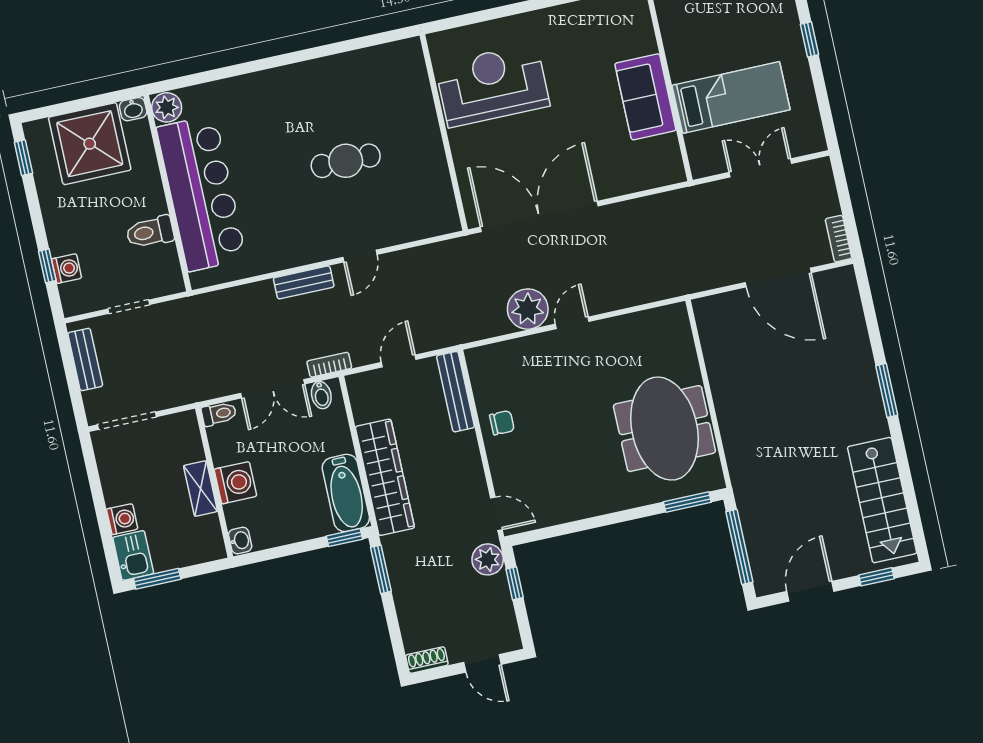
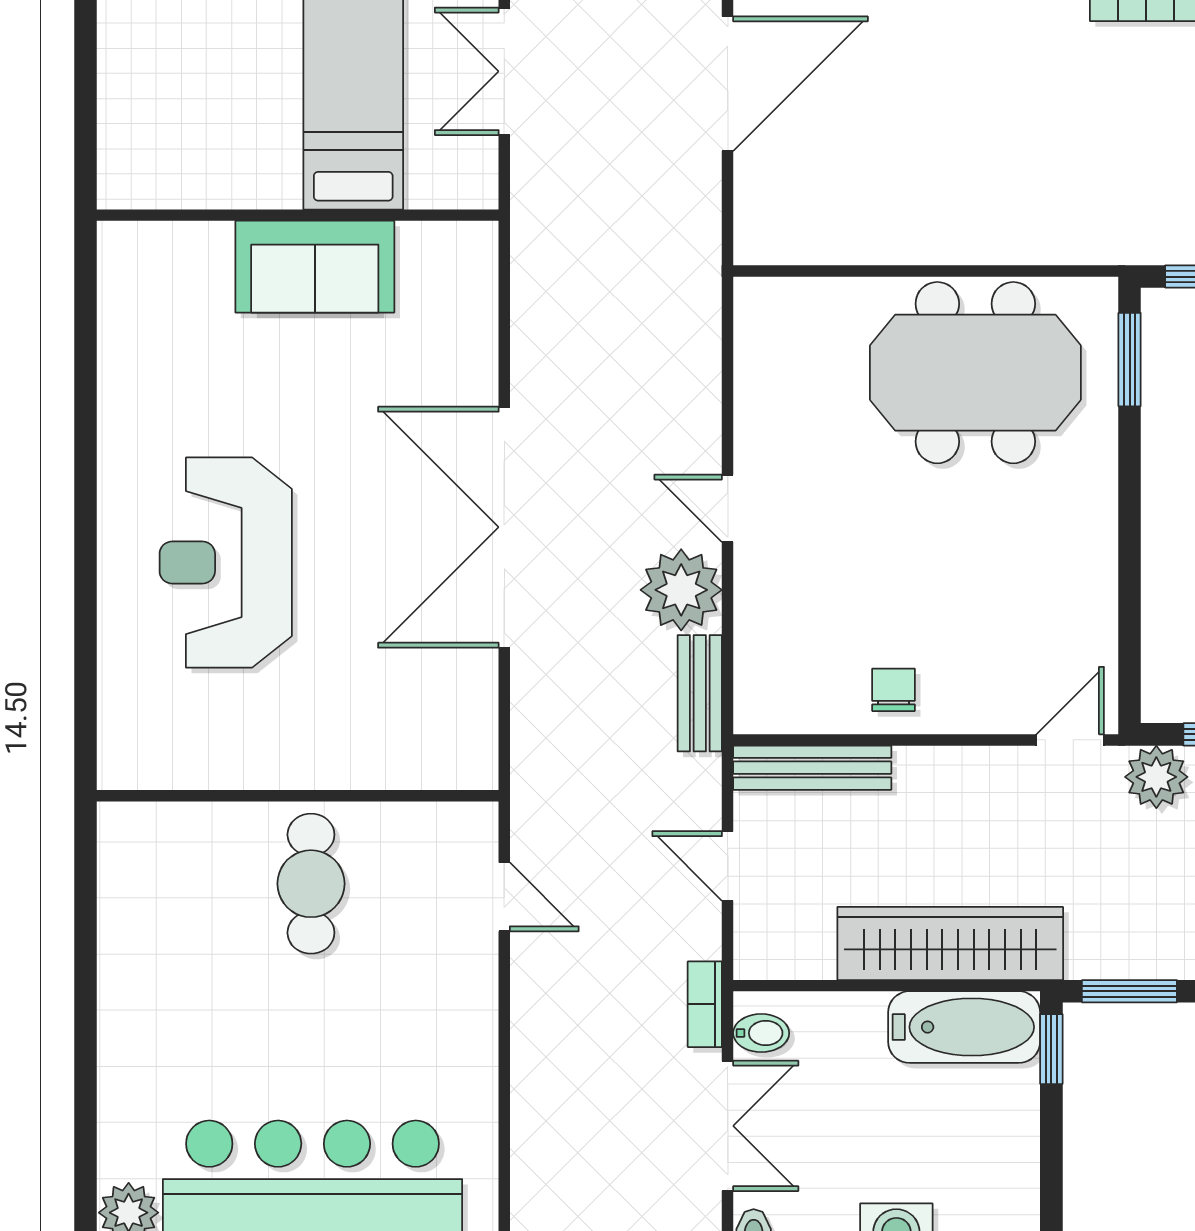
wall: (444, 132) -> (298, 796), moved
bench: (304, 282) -> (700, 693), moved

